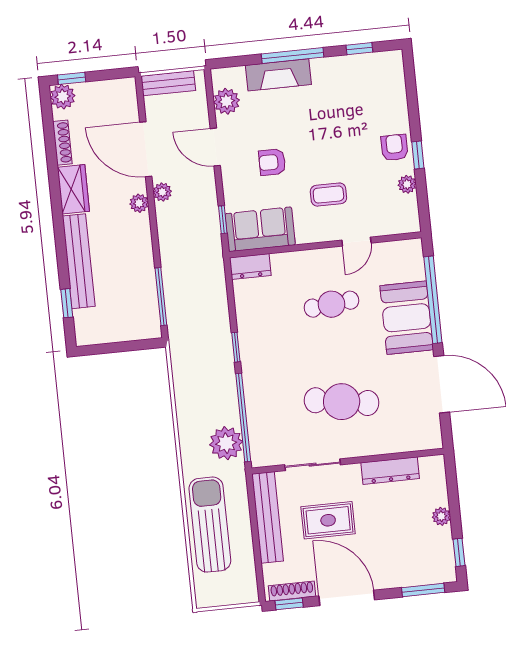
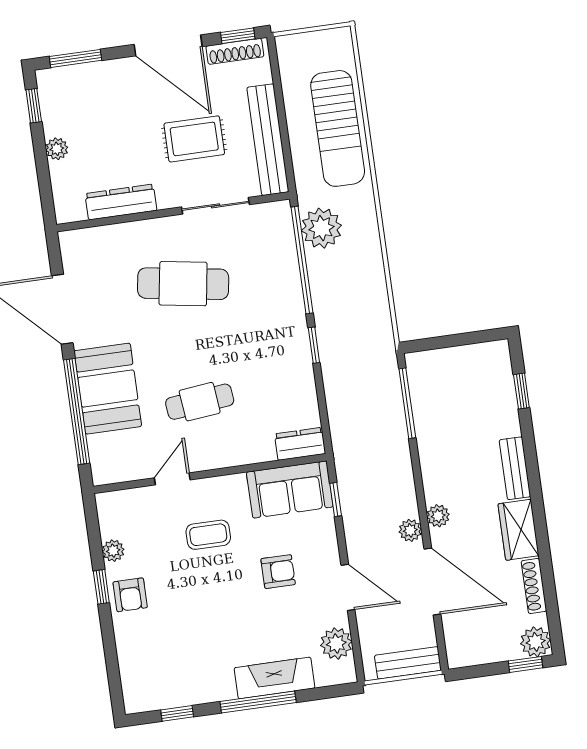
bench: (79, 261) -> (515, 468), width x0.54, depth x0.82

